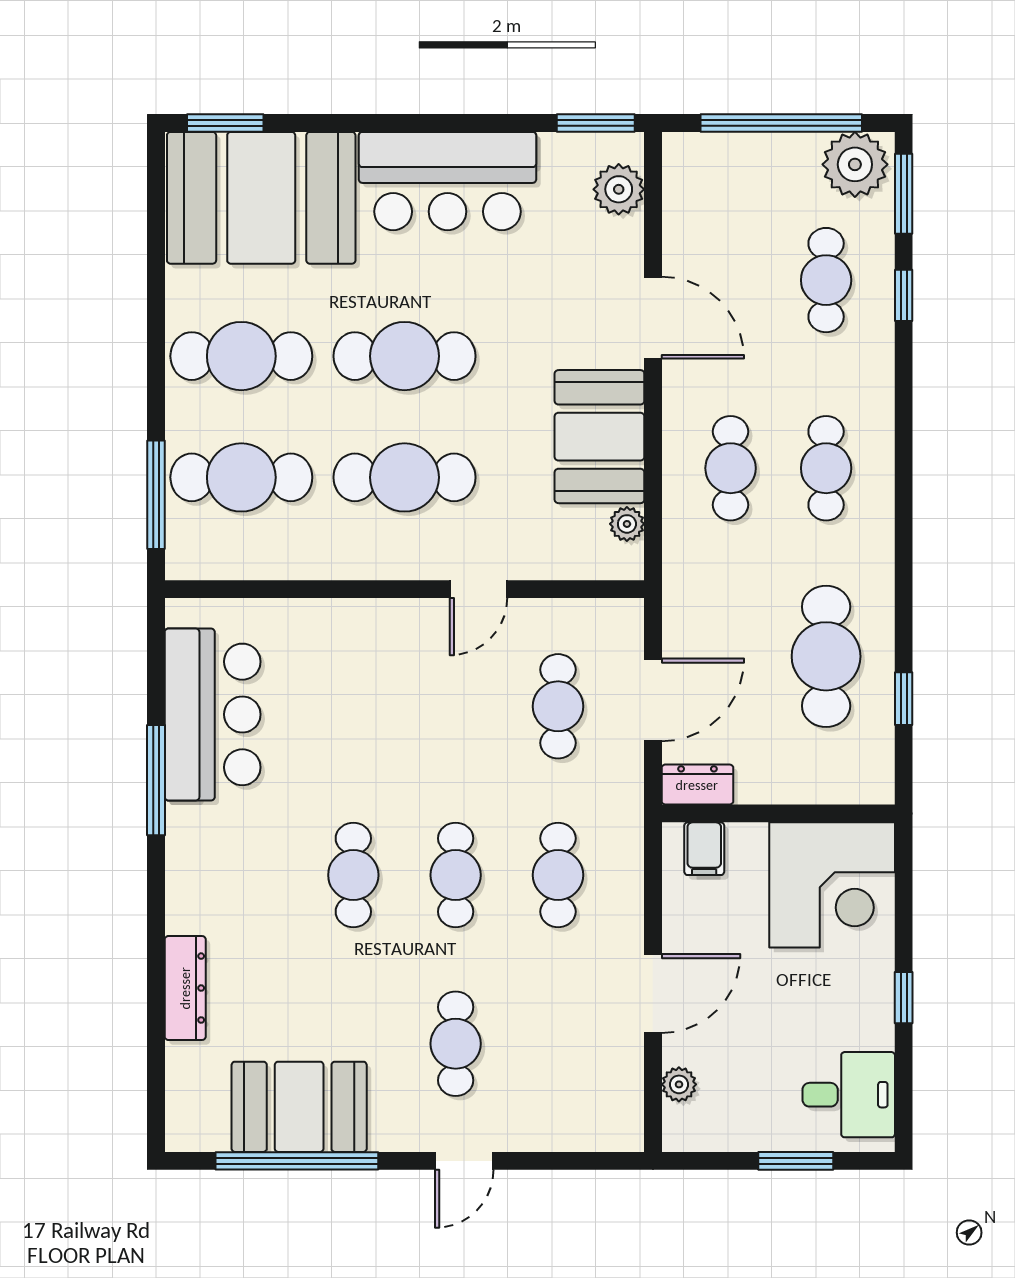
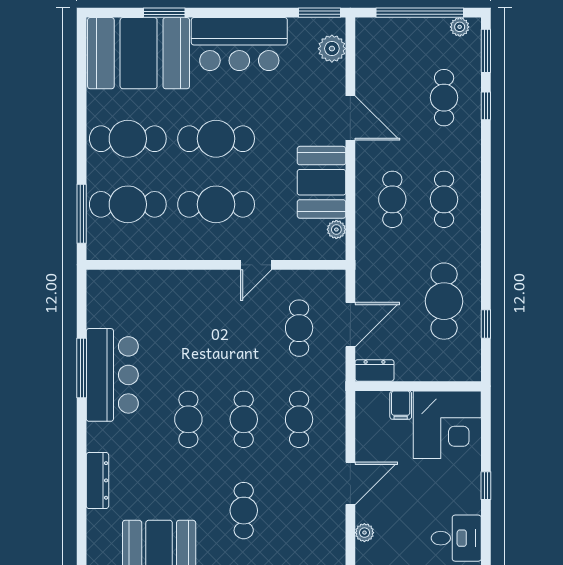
window: (225, 123) -> (164, 13), moved
plant: (855, 164) -> (460, 27), width x0.53, depth x0.53
bar counter: (213, 714) -> (112, 375), moved
filing cabinet: (704, 849) -> (401, 405), moved

